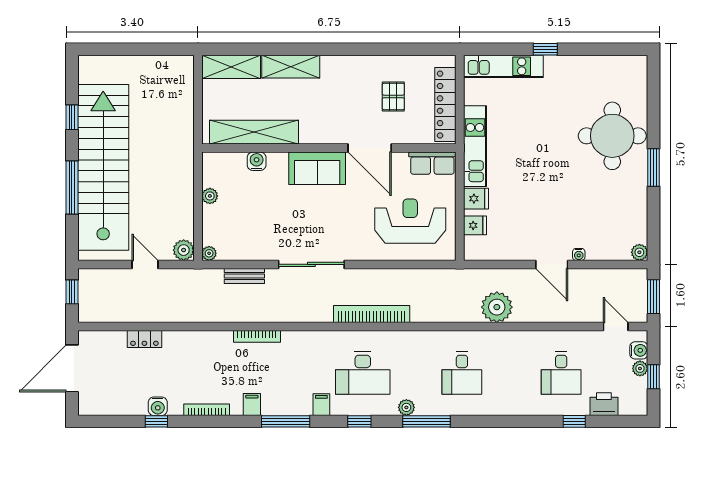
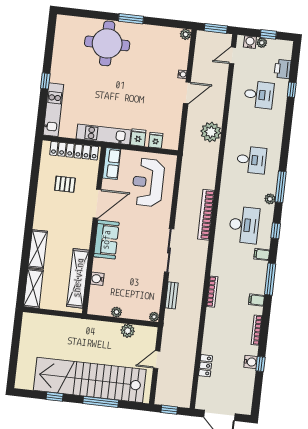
plant: (184, 250) -> (128, 331), moved

